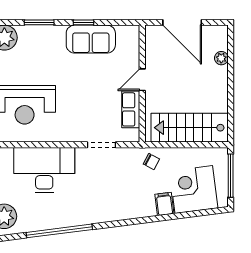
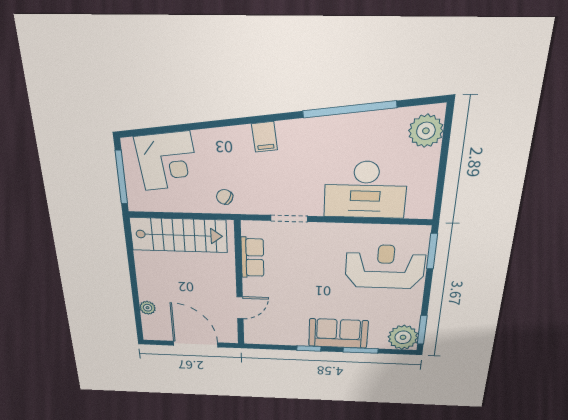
sofa: (91, 39) -> (338, 333), moved
door: (142, 80) -> (240, 308), moved
filing cabinet: (164, 204) -> (265, 137), moved

